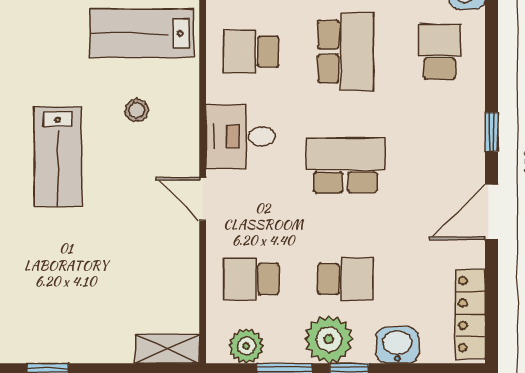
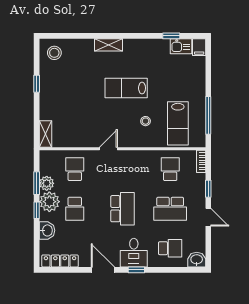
lab bench: (142, 33) -> (178, 123), turned 180
desk: (240, 137) -> (134, 253), moved, turned 180
plant: (246, 346) -> (47, 183), moved

